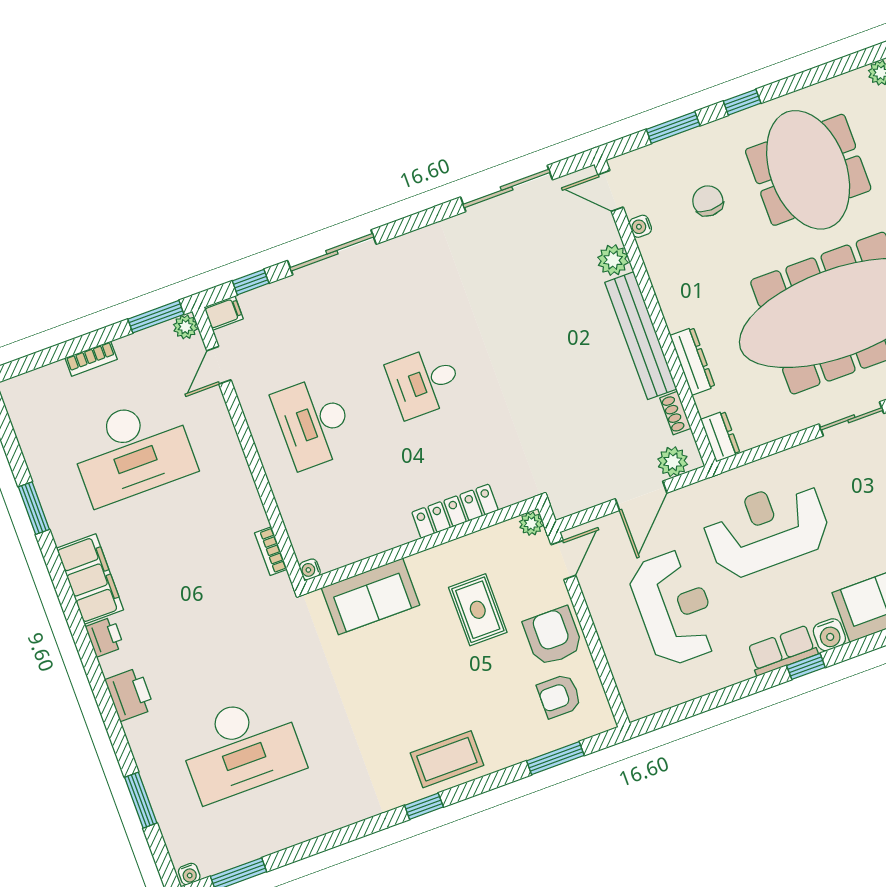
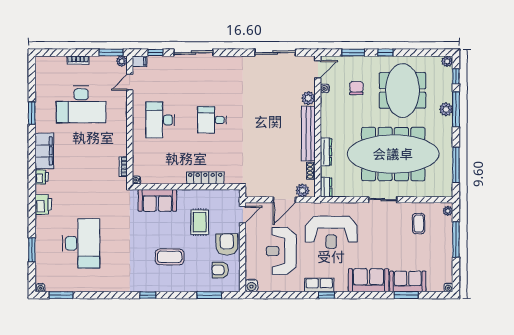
door: (611, 191) -> (318, 69), swing flipped
plant: (531, 524) -> (235, 195), removed
reception desk: (767, 529) -> (331, 232), turned 180
reception desk: (674, 608) -> (281, 251), turned 180
water cooler: (829, 635) -> (251, 286), moved
desk: (241, 748) -> (81, 243), turned -90
coffee table: (447, 759) -> (170, 257), moved

